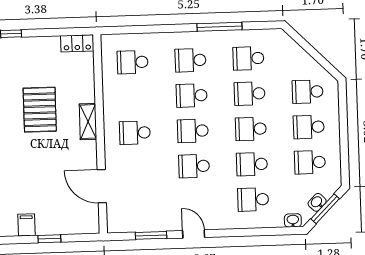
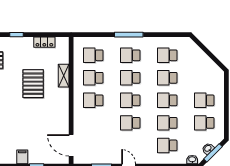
window: (220, 27) -> (129, 35), moved
locker: (77, 43) -> (44, 42), moved
school desk: (308, 92) -> (93, 78), moved
shelving: (88, 122) -> (64, 76), moved
door: (102, 186) -> (71, 145), moved

